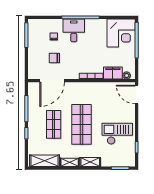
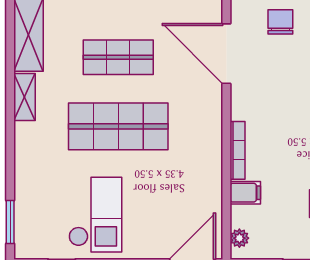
chair: (54, 58) -> (280, 22), moved
filing cabinet: (113, 73) -> (245, 193), width x0.50
shelving: (90, 162) -> (25, 148), removed

